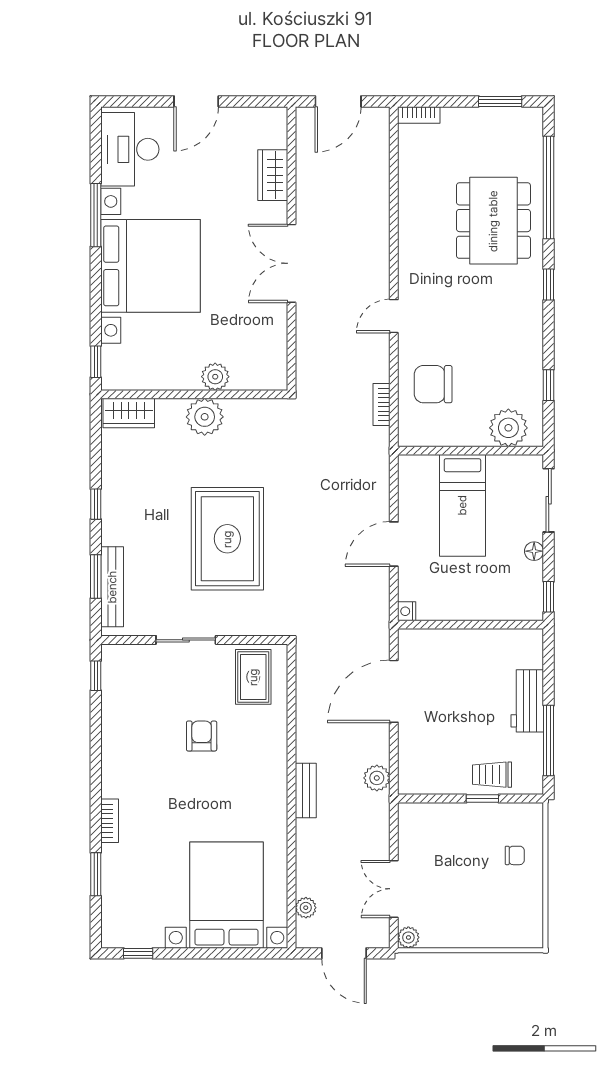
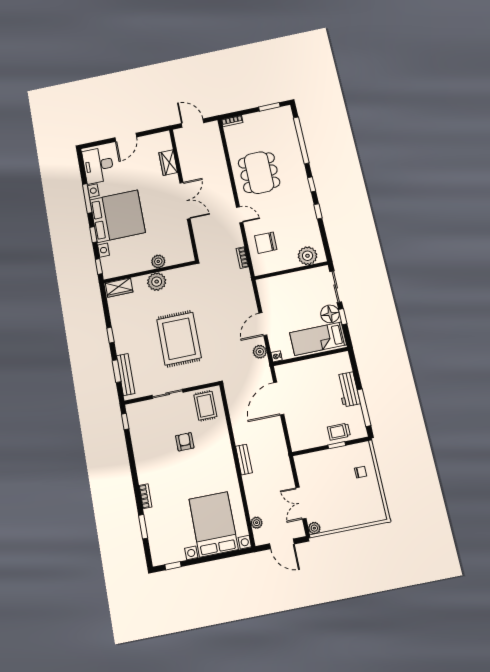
door: (338, 101) -> (193, 123), swing flipped
dining table: (493, 221) -> (259, 173), moved
double door: (291, 263) -> (185, 201), swing flipped
window: (96, 294) -> (93, 235), added
door: (394, 316) -> (240, 215), swing flipped
window: (549, 385) -> (318, 211), moved
bed: (462, 505) -> (318, 339), moved, turned 90
floor lamp: (534, 551) -> (330, 314), width x1.89, depth x1.89
window: (549, 597) -> (343, 317), moved
plant: (377, 778) -> (260, 352), moved

